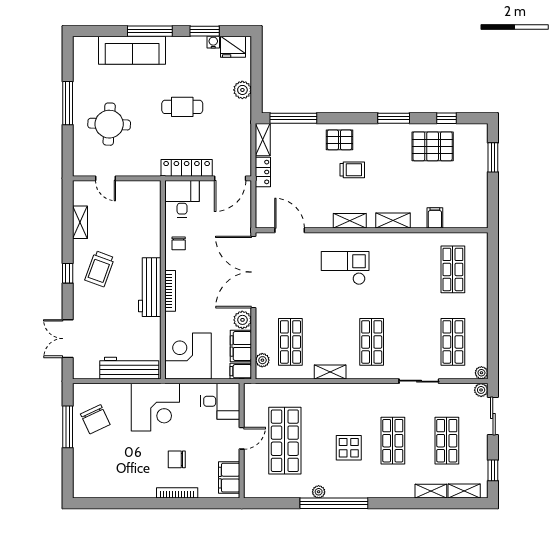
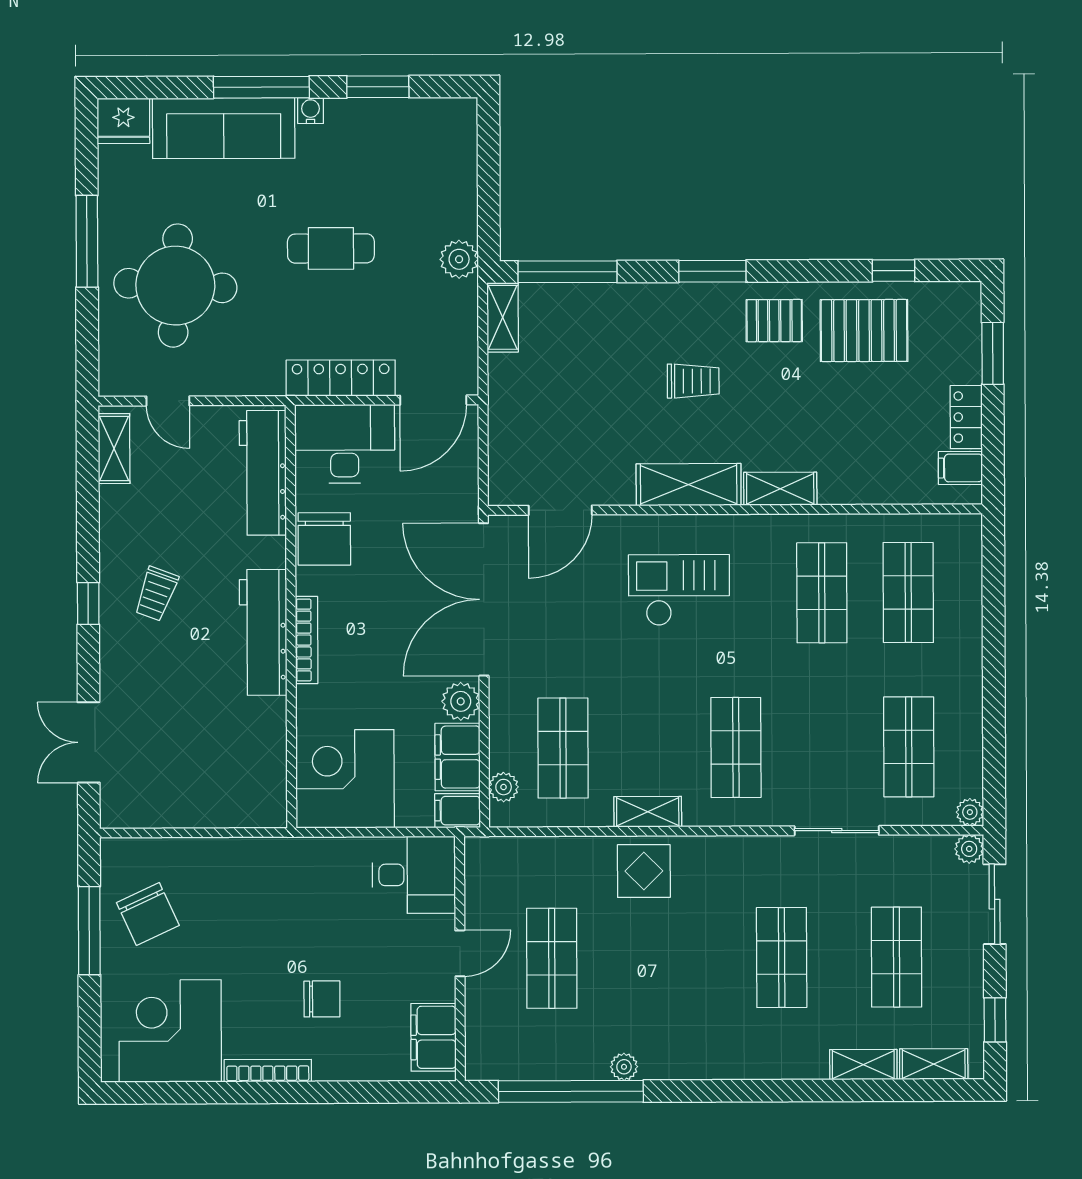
water cooler: (213, 42) -> (311, 111), moved
fridge: (233, 47) -> (123, 121), moved
plant: (242, 90) -> (459, 259), moved
window: (394, 118) -> (712, 271), moved
round table: (109, 124) -> (175, 286), width x1.36, depth x1.36
pallet: (339, 140) -> (774, 321), moved
locker: (263, 172) -> (966, 417), moved, turned 180
desk: (182, 199) -> (345, 444), width x1.37
filing cabinet: (435, 218) -> (960, 468), moved, turned -90
shelving: (350, 221) -> (689, 485), width x1.50, depth x1.33
shelving: (80, 222) -> (114, 449), moved
door: (290, 230) -> (560, 510), swing flipped
chair: (179, 243) -> (324, 539), width x1.87, depth x1.87
trolley: (100, 269) -> (156, 594), width x0.73, depth x0.72
shop shelf: (412, 269) -> (822, 593), added
workbench: (129, 368) -> (263, 473), moved, turned -90
corner desk: (155, 407) -> (170, 1031), moved, turned 180
shop shelf: (285, 441) -> (552, 958), width x0.70, depth x0.74
display table: (349, 448) -> (644, 871), moved
chair: (177, 459) -> (322, 999), turned 180
bookcase: (177, 493) -> (268, 1071), moved
window: (334, 503) -> (571, 1091), moved

